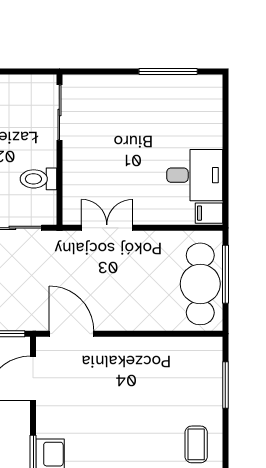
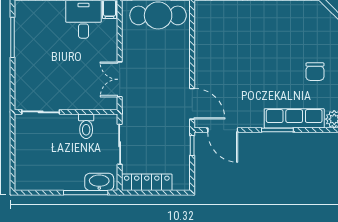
door: (71, 334) -> (192, 104), swing flipped
coffee table: (196, 444) -> (268, 18), removed

